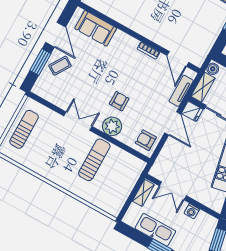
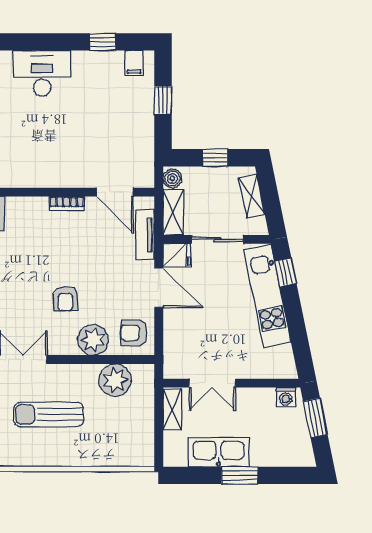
armchair: (119, 101) -> (65, 299), turned 180
plant: (112, 126) -> (93, 340), moved
sun lounger: (94, 160) -> (49, 414), moved, turned -90
plant: (121, 160) -> (115, 380), added
washing machine: (192, 211) -> (286, 397), moved

